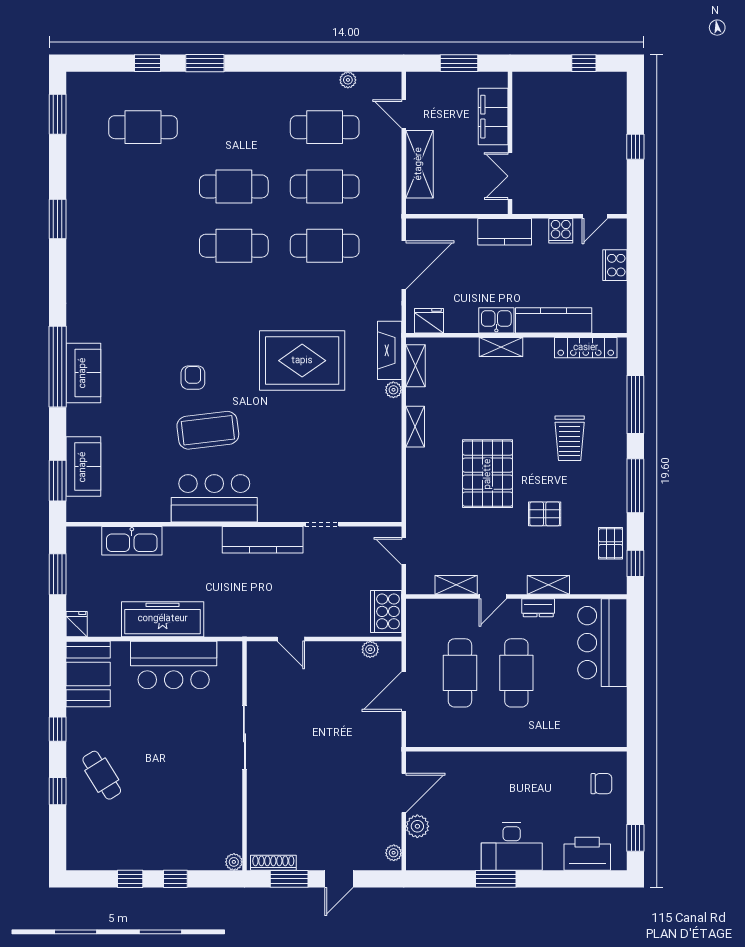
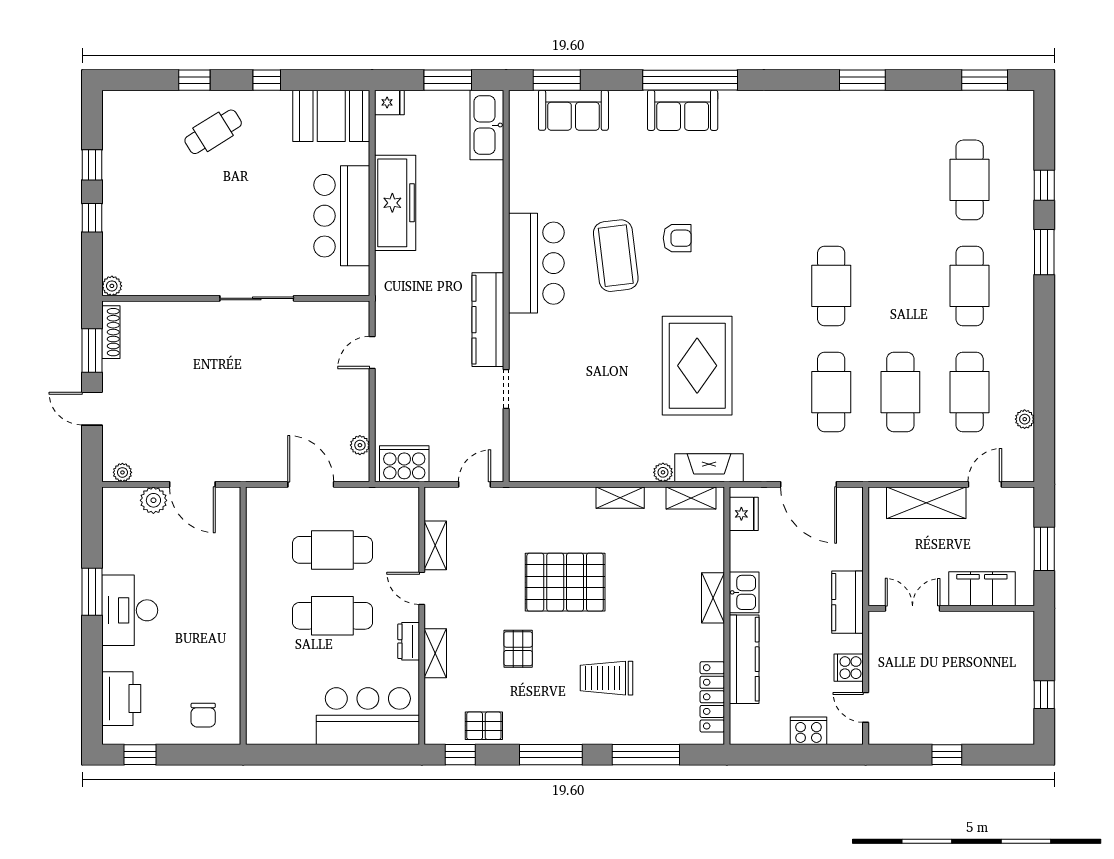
cafe table: (234, 186) -> (970, 286), moved
kitchen sink: (132, 541) -> (487, 125), moved

